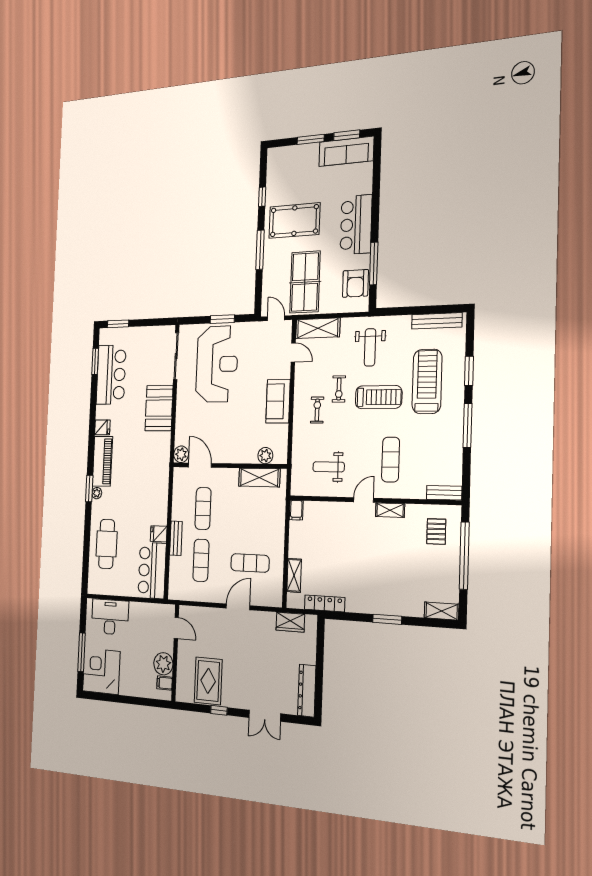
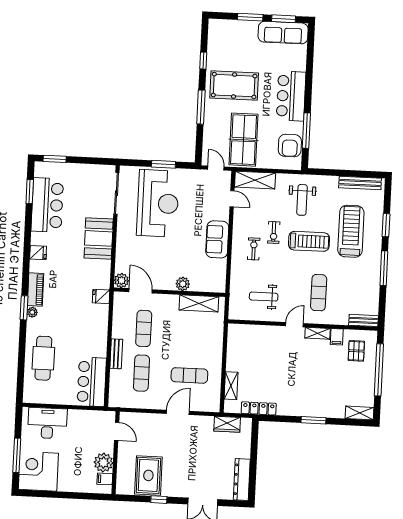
plant: (265, 456) -> (183, 284), moved
piano: (102, 461) -> (36, 290), width x0.73, depth x0.75
filing cabinet: (296, 510) -> (337, 337), moved
fridge: (159, 534) -> (101, 296), moved

